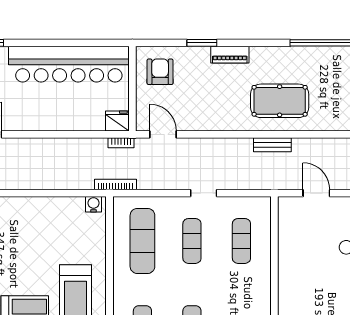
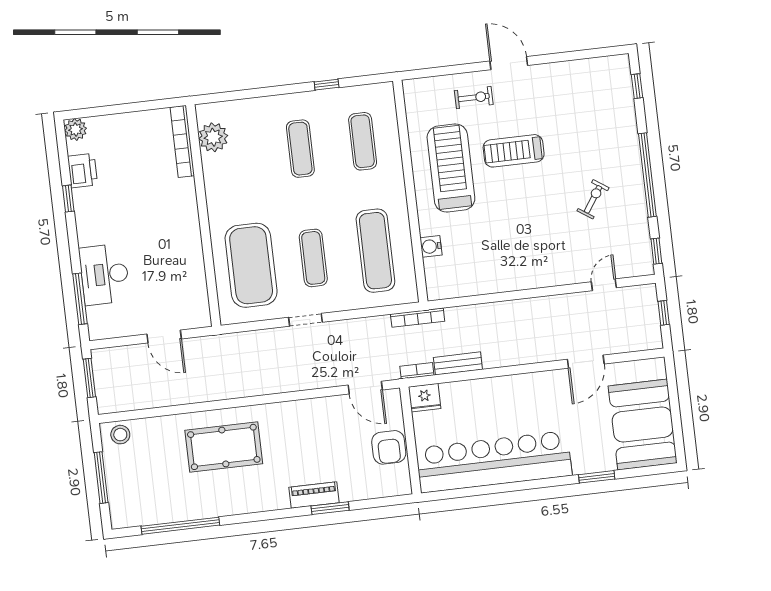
piano: (230, 55) -> (314, 495), moved
armchair: (160, 72) -> (389, 447), moved
bench: (272, 145) -> (458, 363), moved
water cooler: (93, 204) -> (431, 246), moved, turned 90
exercise mat: (241, 241) -> (251, 265), width x2.00, depth x1.45

